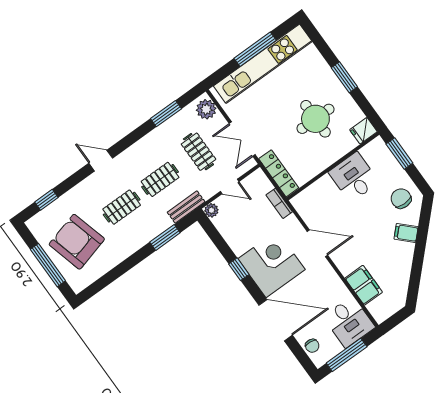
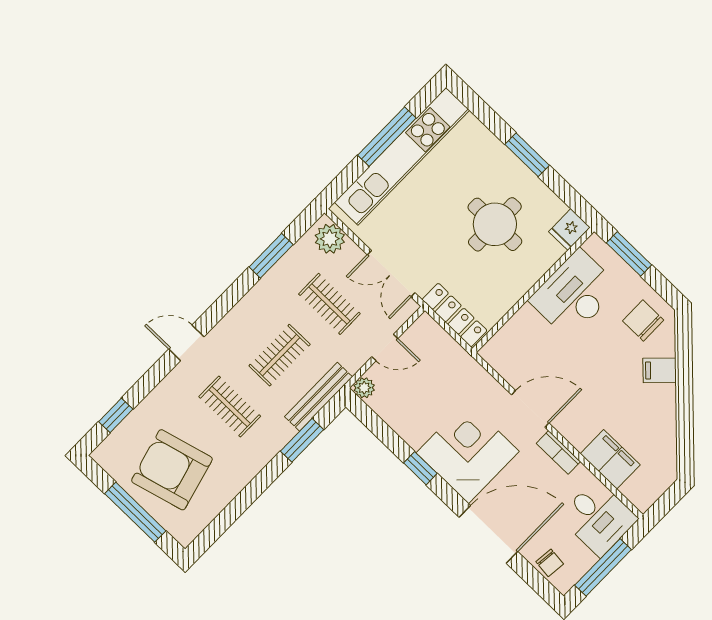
desk: (354, 177) -> (574, 294), width x1.37
bookcase: (279, 203) -> (558, 452), moved
clothes rail: (122, 207) -> (230, 407), turned 90
bench: (186, 207) -> (319, 397), width x1.36

